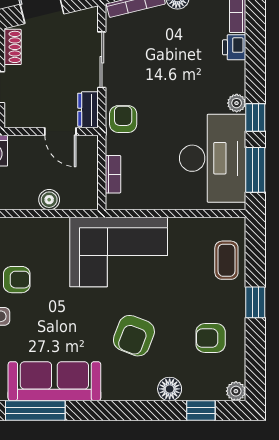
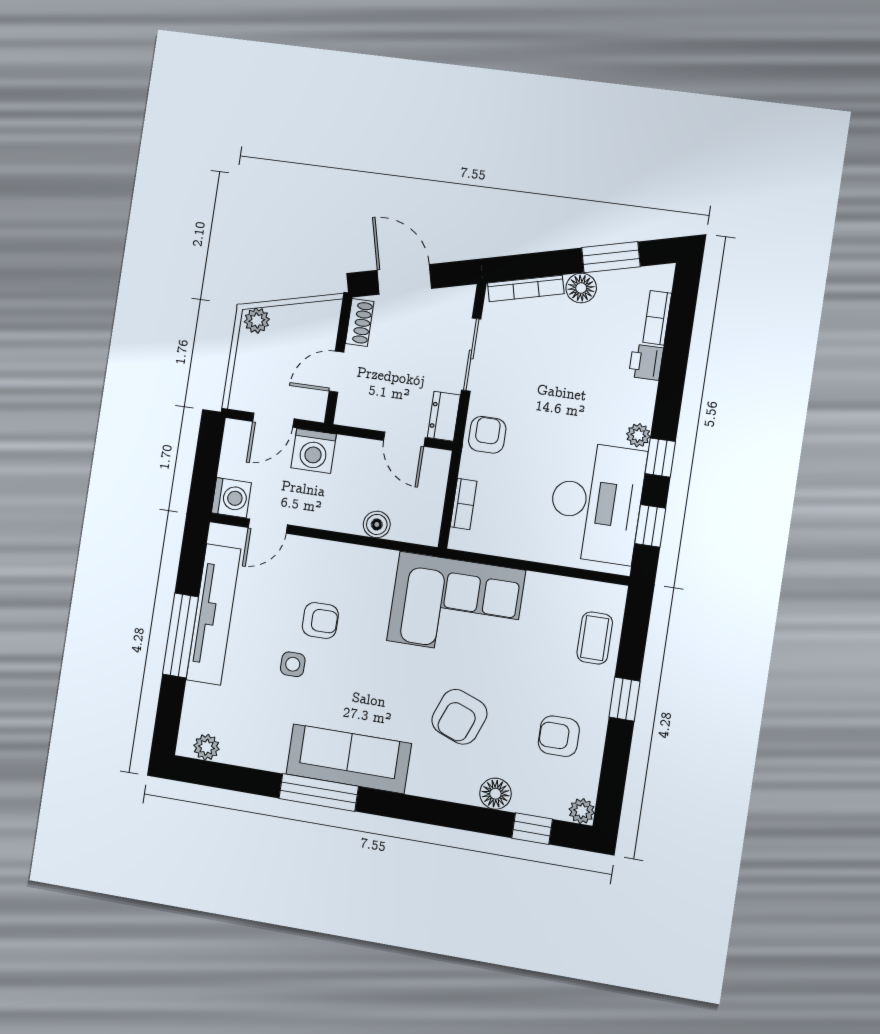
window: (255, 170) -> (650, 526), width x0.67

